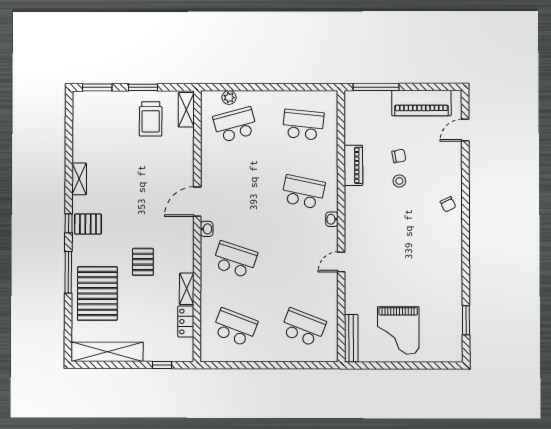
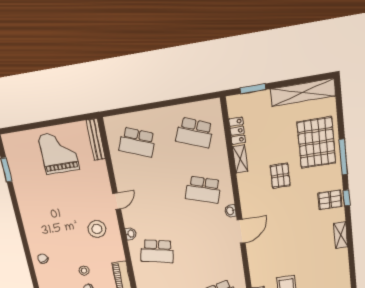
stool: (372, 231) -> (97, 229), added
window: (162, 365) -> (253, 89), width x1.50

